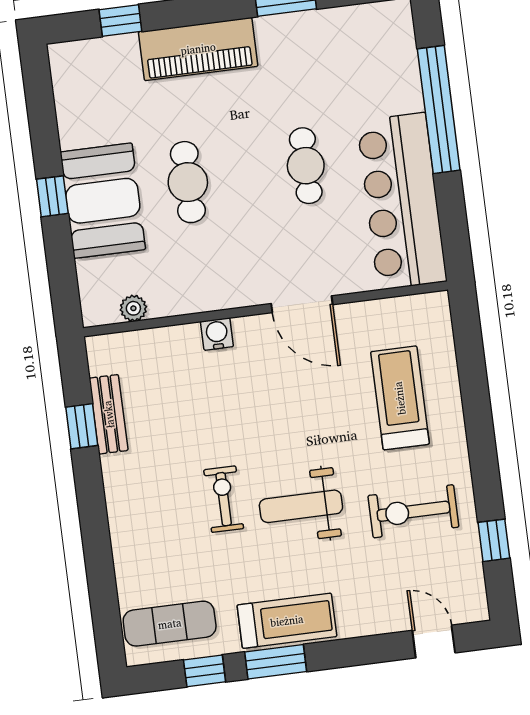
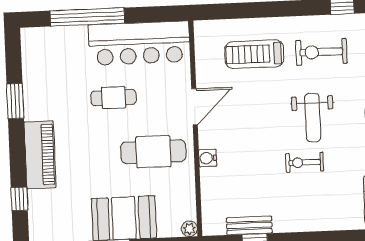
cafe table: (188, 182) -> (153, 152), moved, width x1.37, depth x1.35
plant: (133, 308) -> (189, 229), moved
exercise bike: (413, 511) -> (321, 52), turned 90

